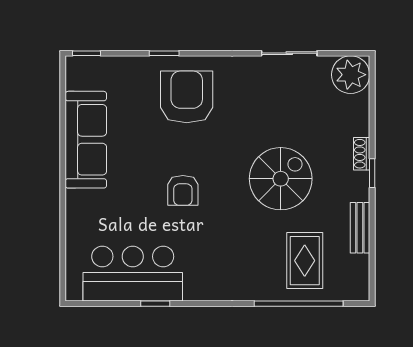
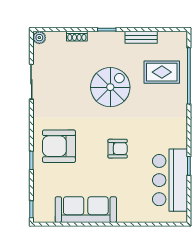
plant: (351, 75) -> (39, 38), width x0.53, depth x0.53
shoe rack: (362, 154) -> (77, 36), moved
spiral stairs: (281, 179) -> (110, 87), turned 90

